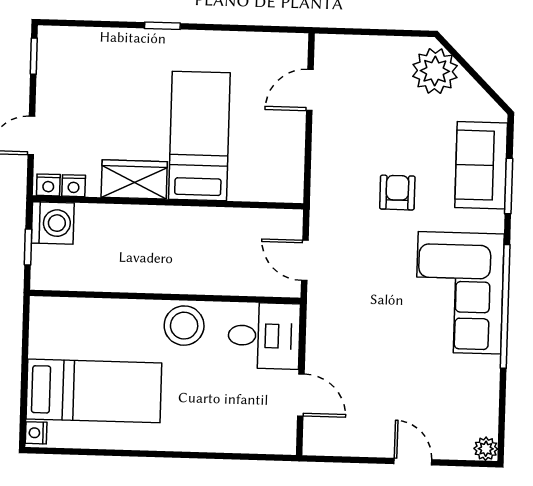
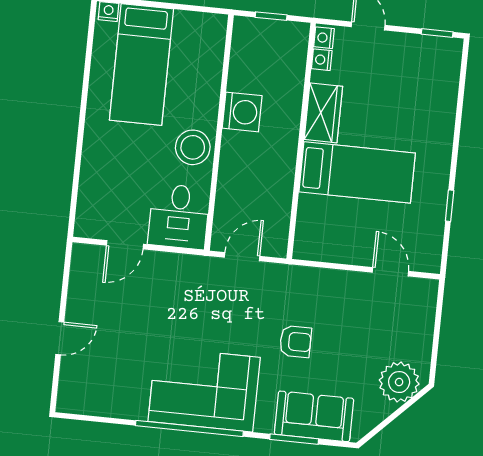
window: (162, 26) -> (450, 206), moved
washing machine: (53, 223) -> (242, 112), moved, turned -90
plant: (486, 449) -> (66, 403), removed

